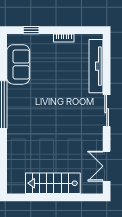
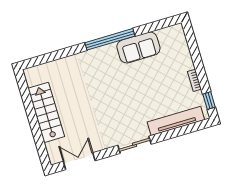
window: (31, 30) -> (209, 101), moved
sofa: (18, 64) -> (138, 48), moved

